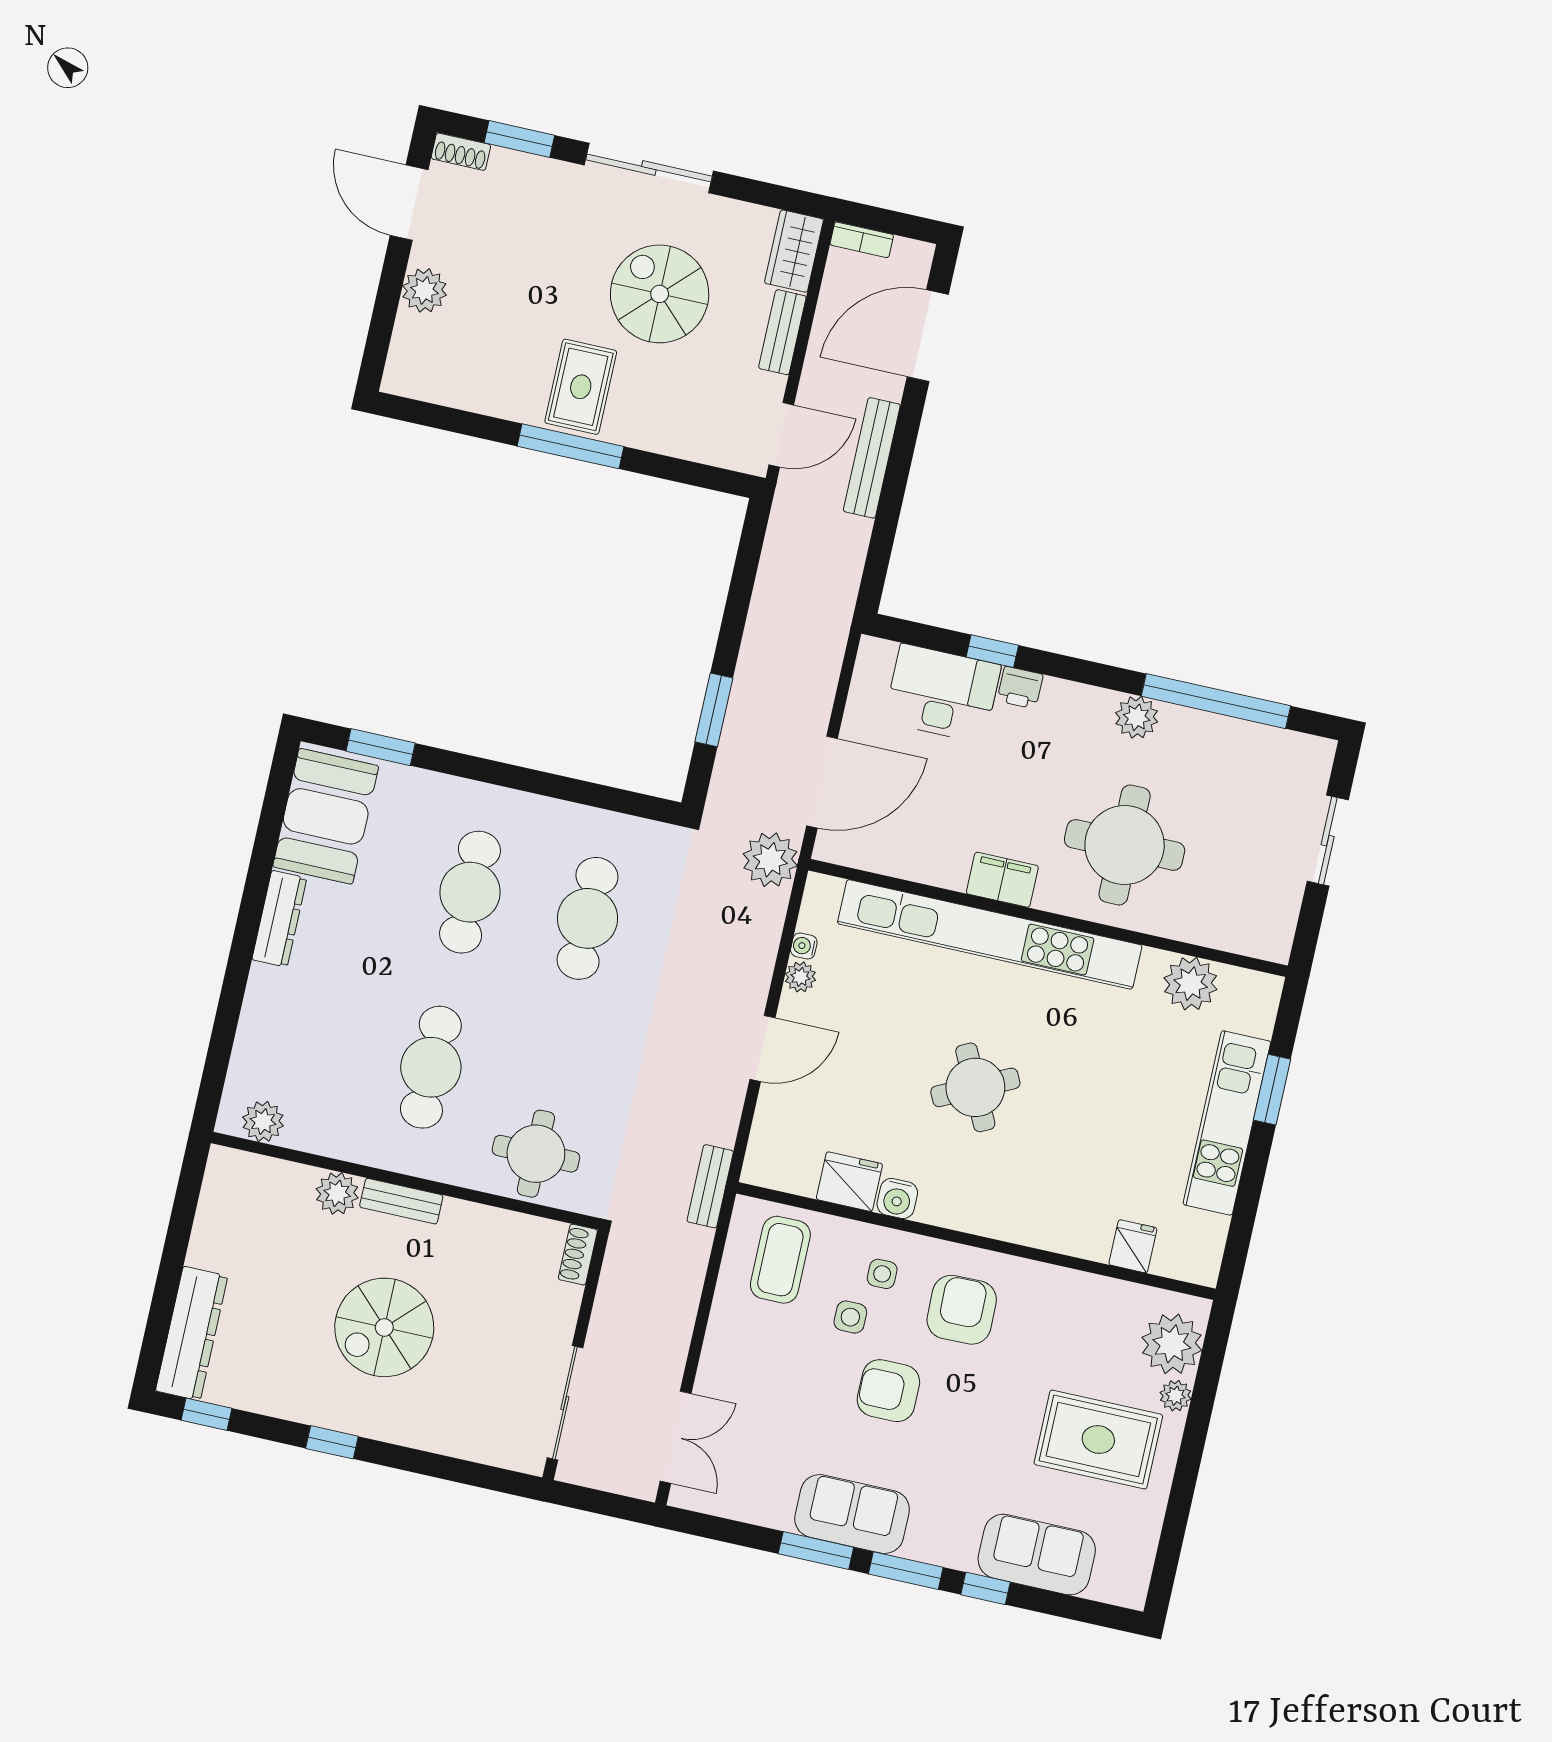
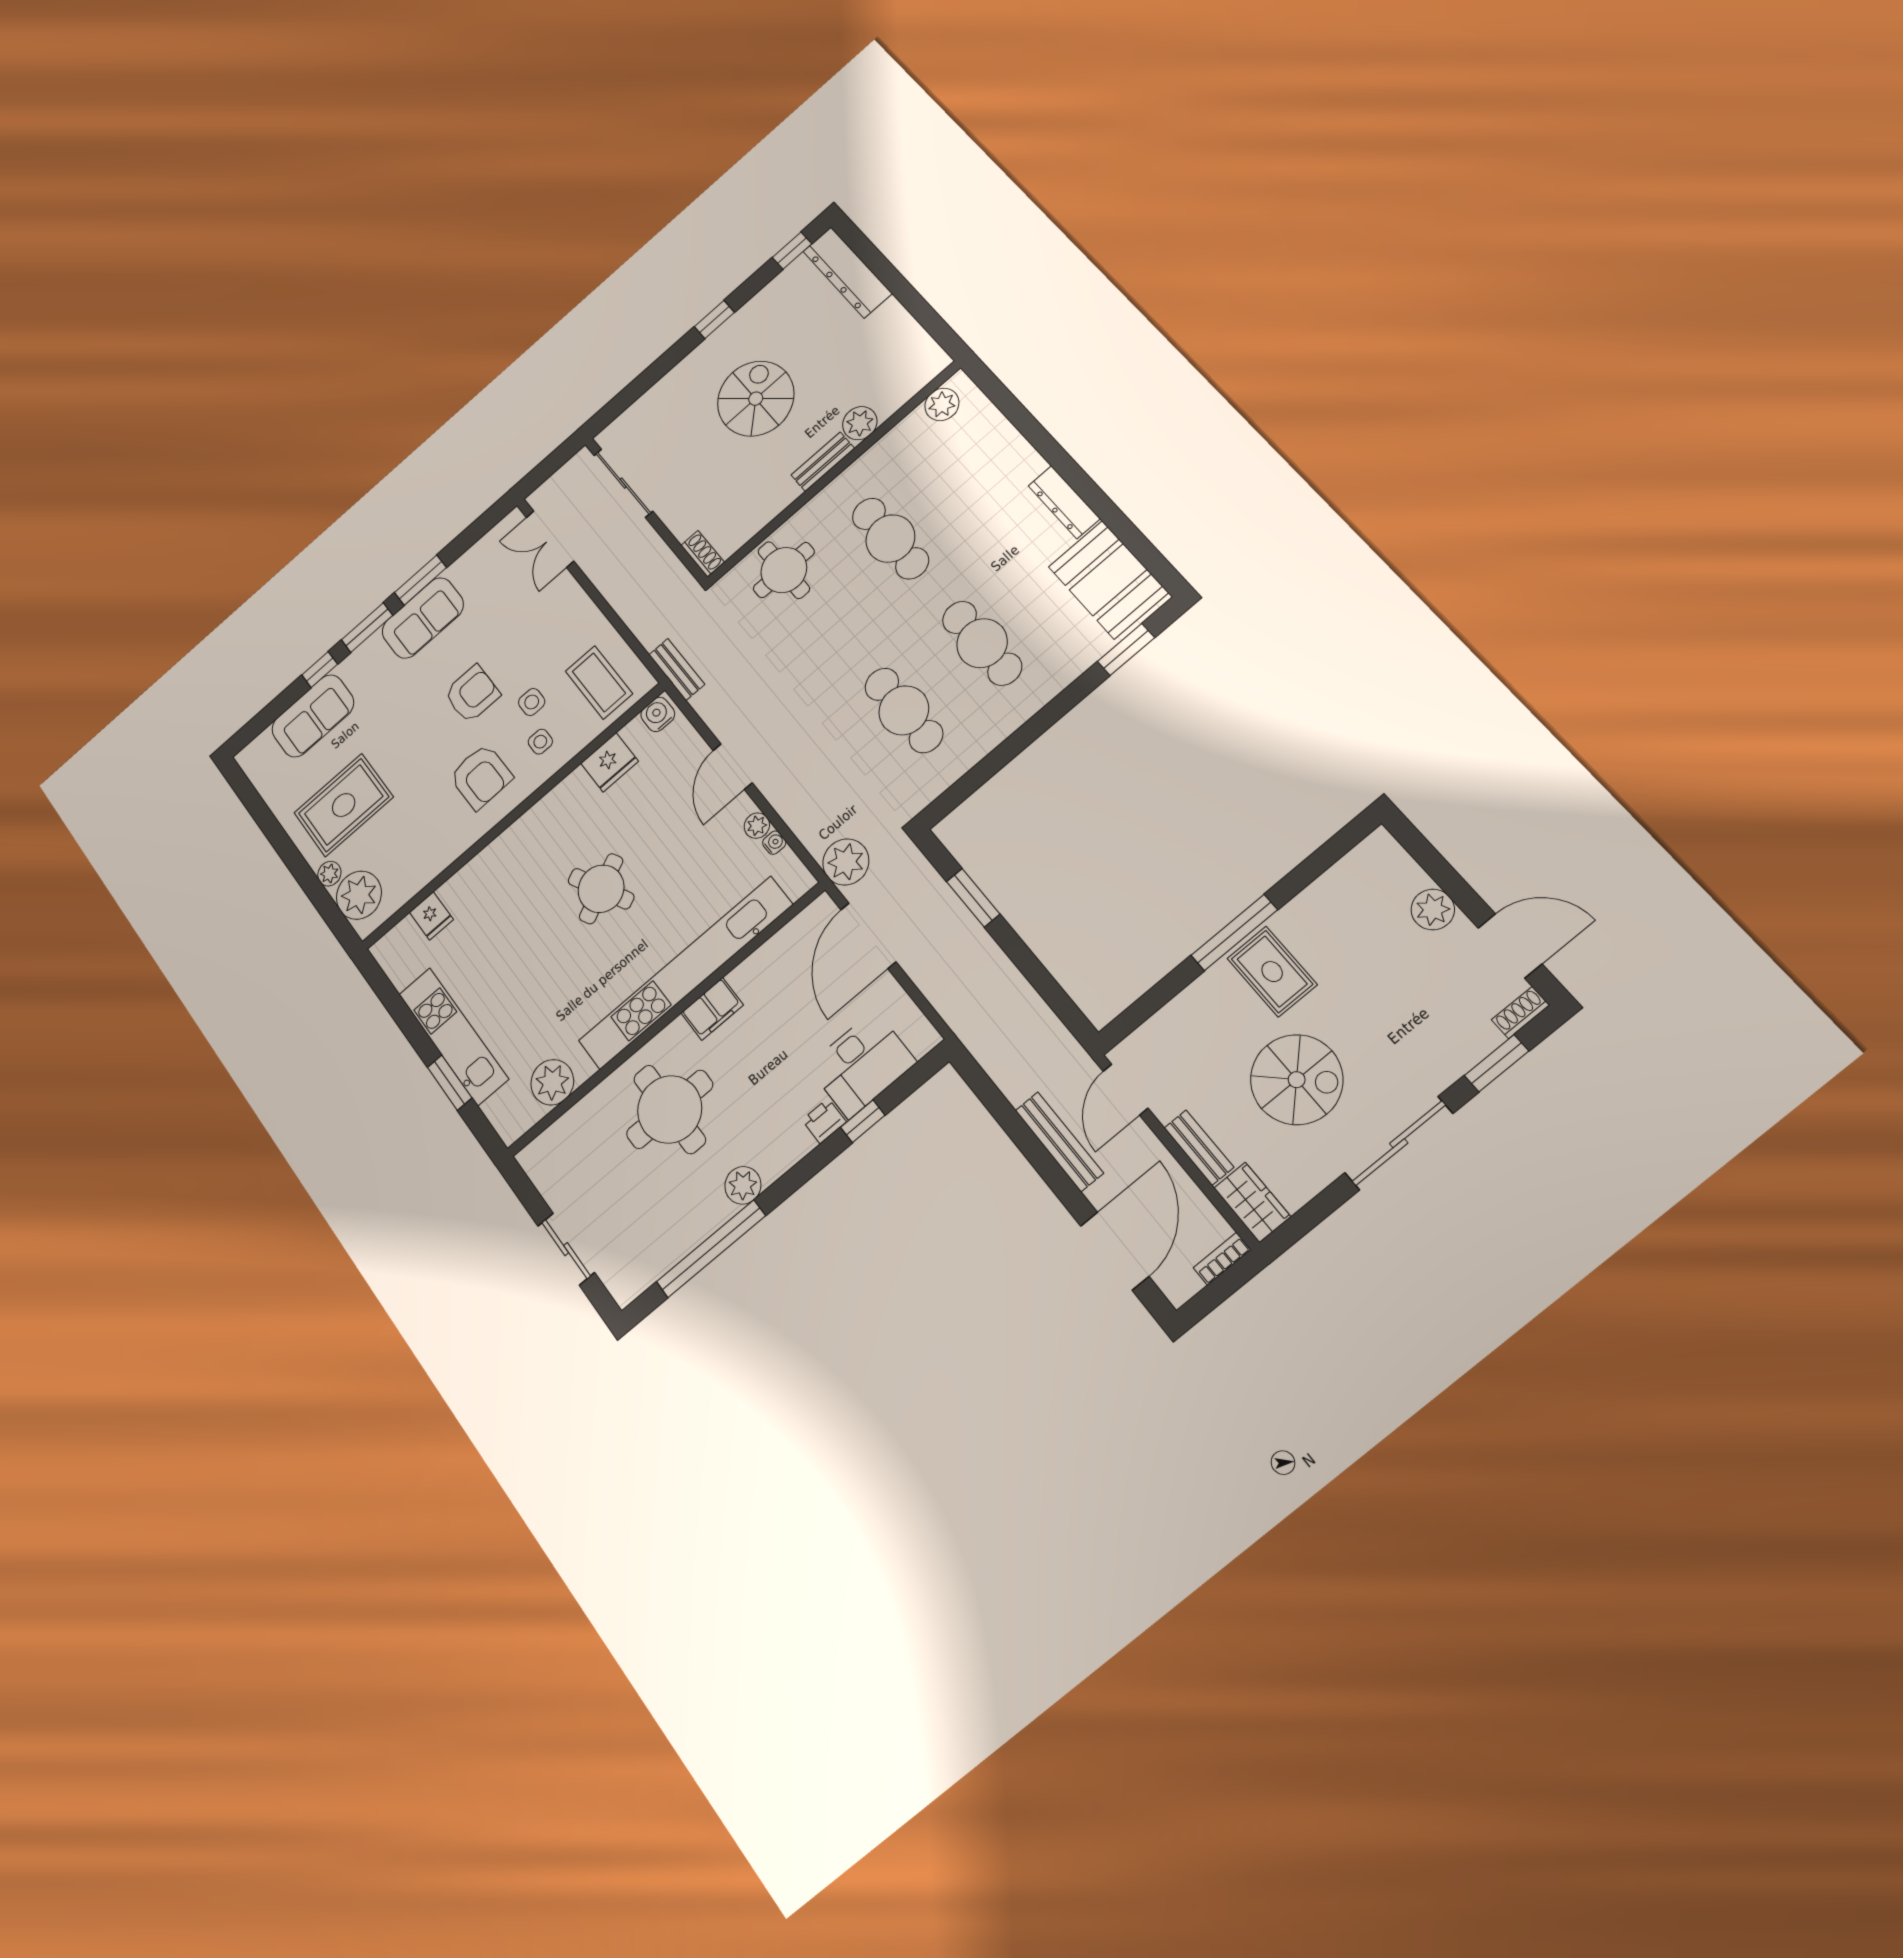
water cooler: (897, 1199) -> (658, 714), moved

